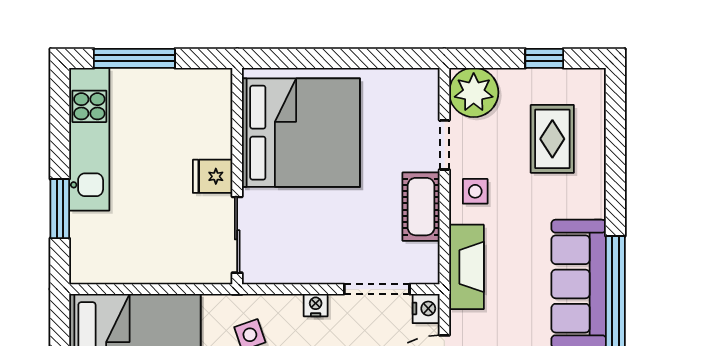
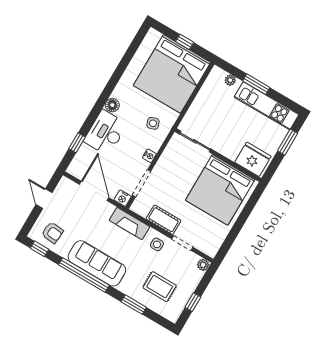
window: (134, 58) -> (288, 142), width x0.69
plant: (474, 92) -> (203, 265), width x0.53, depth x0.53
window: (615, 168) -> (134, 305), added
fridge: (213, 176) -> (253, 159), moved, width x1.88, depth x1.34
window: (60, 209) -> (256, 84), moved
plant: (81, 237) -> (230, 80), added

